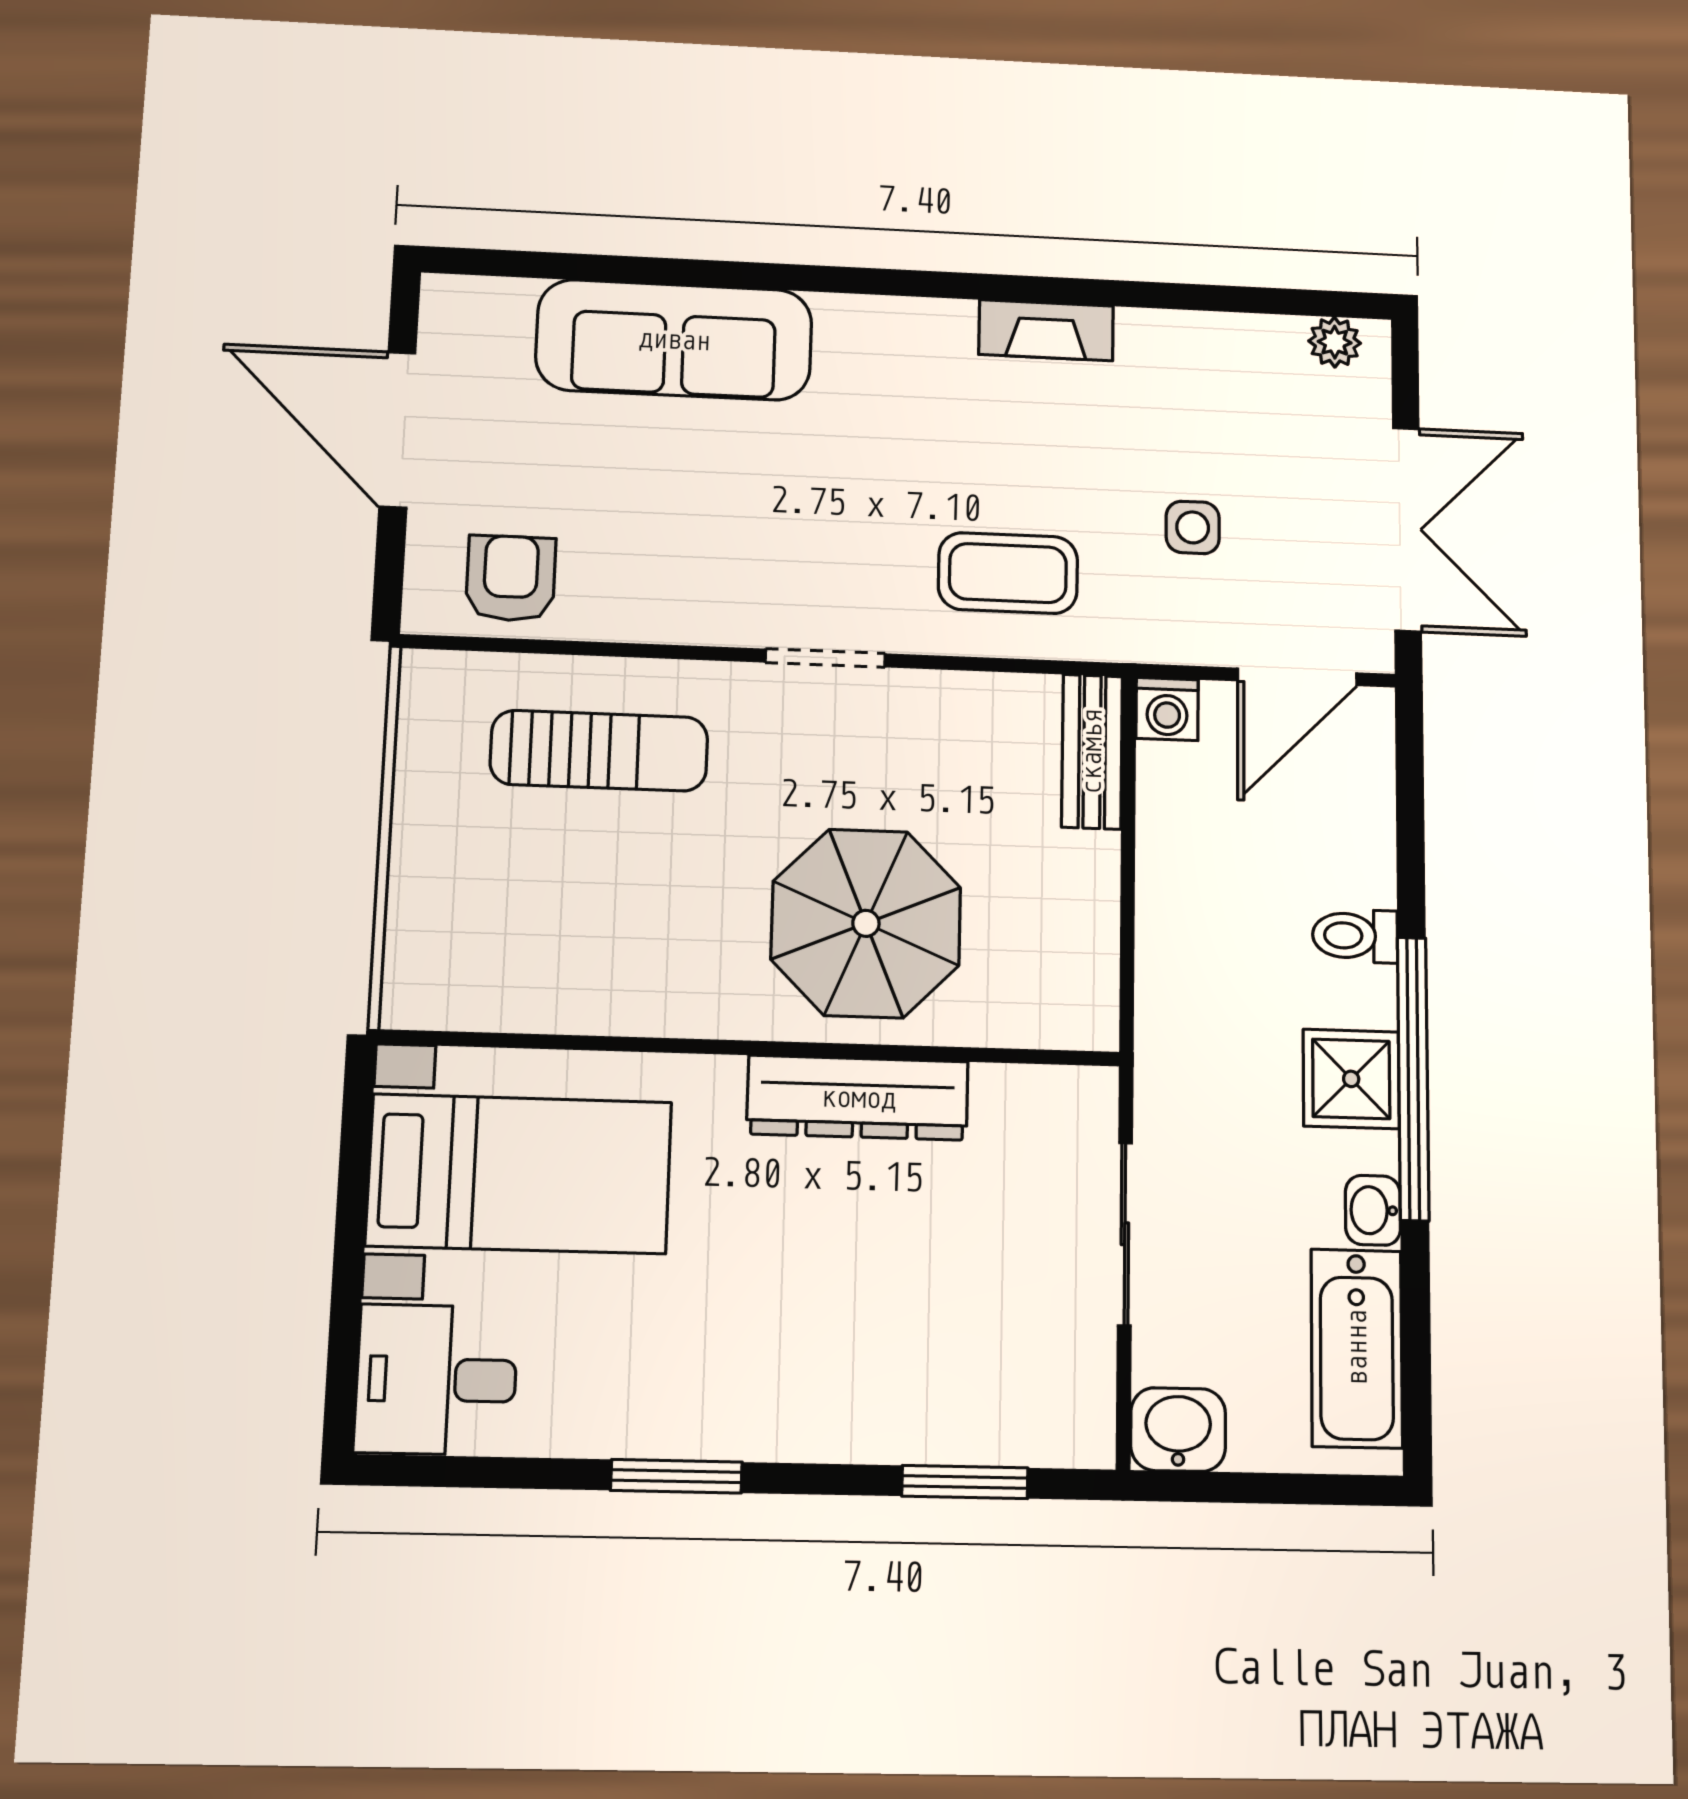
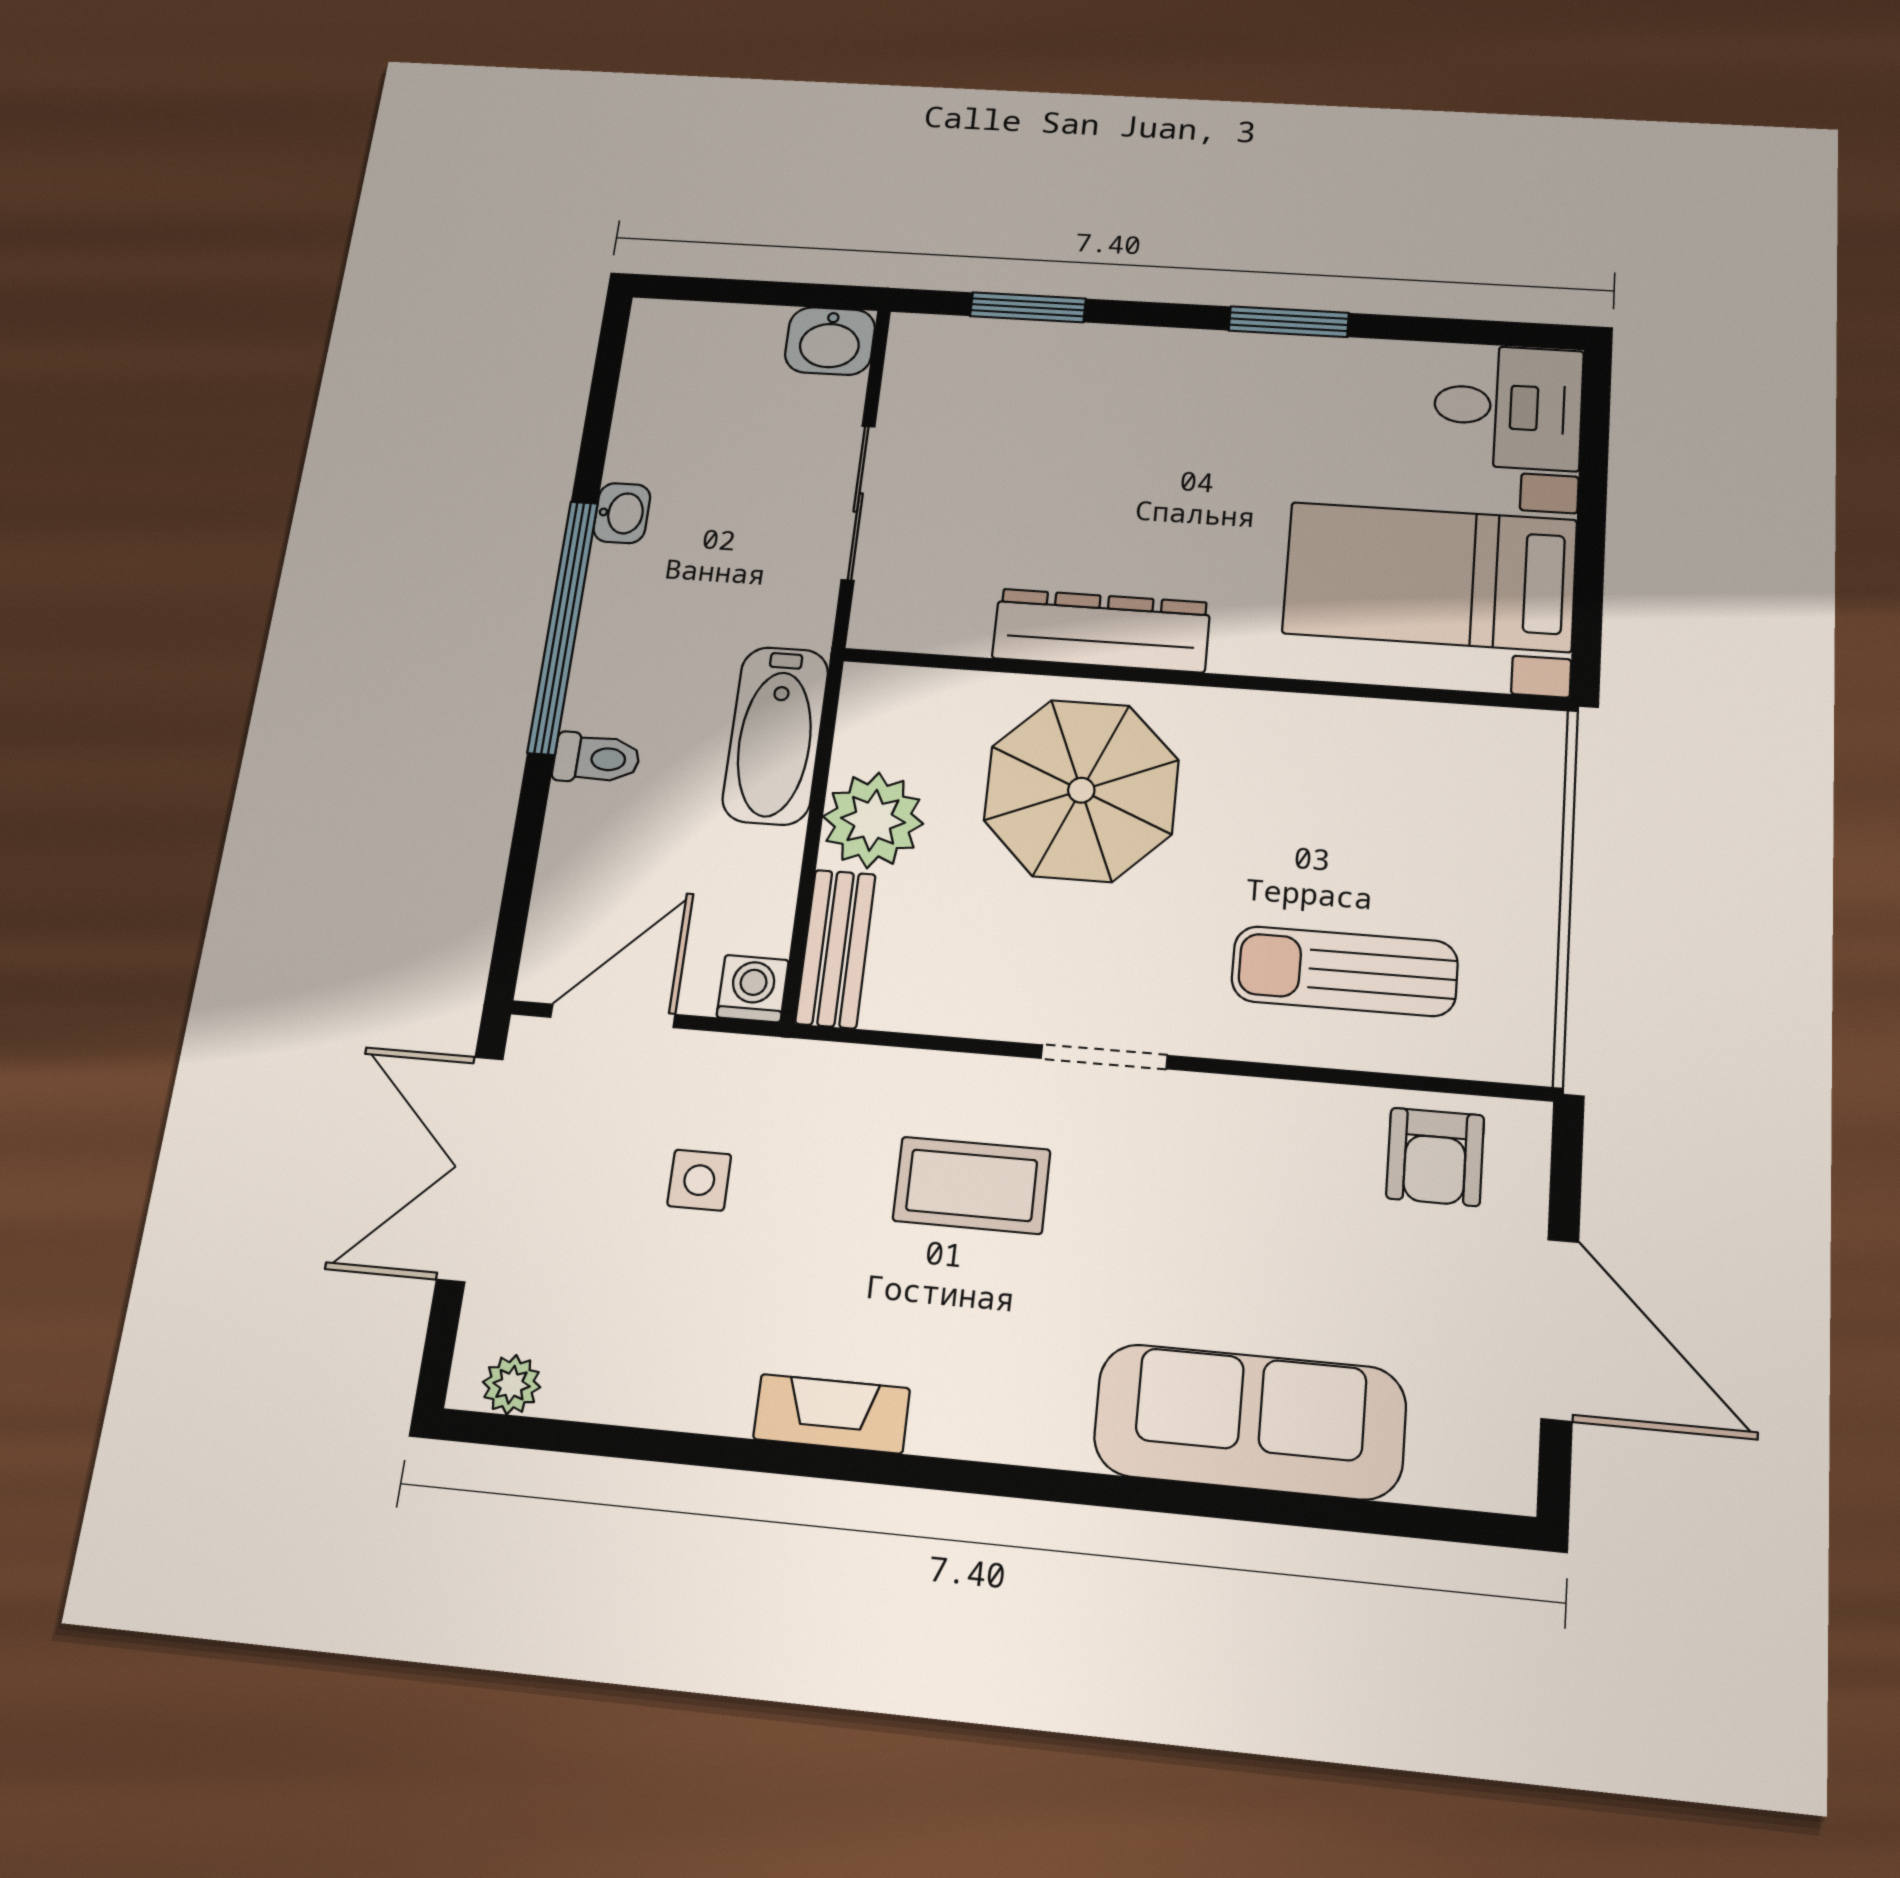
coffee table: (1008, 573) -> (972, 1185), moved
plant: (1070, 883) -> (873, 820), added
shower: (1351, 1079) -> (623, 628), removed
bathtub: (1357, 1348) -> (776, 735), moved, turned 180

